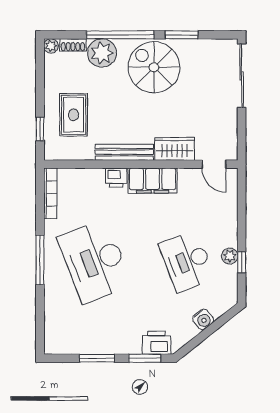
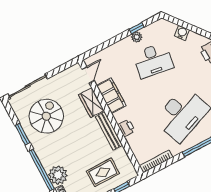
spiral stairs: (154, 67) -> (46, 116), moved, turned 180
filing cabinet: (153, 181) -> (111, 96), moved
desk: (187, 261) -> (153, 60), turned 30

